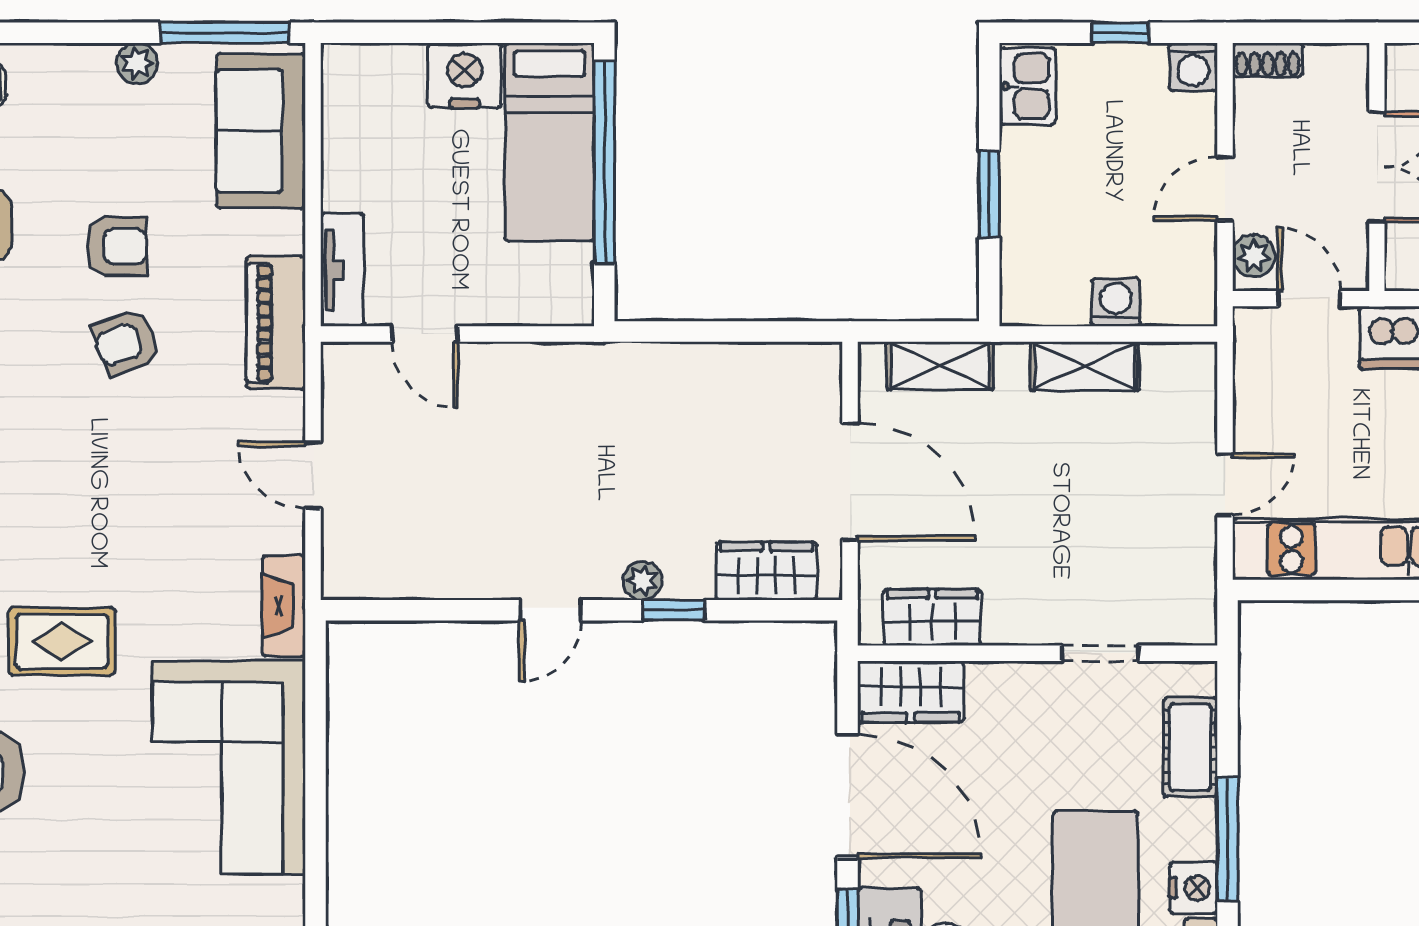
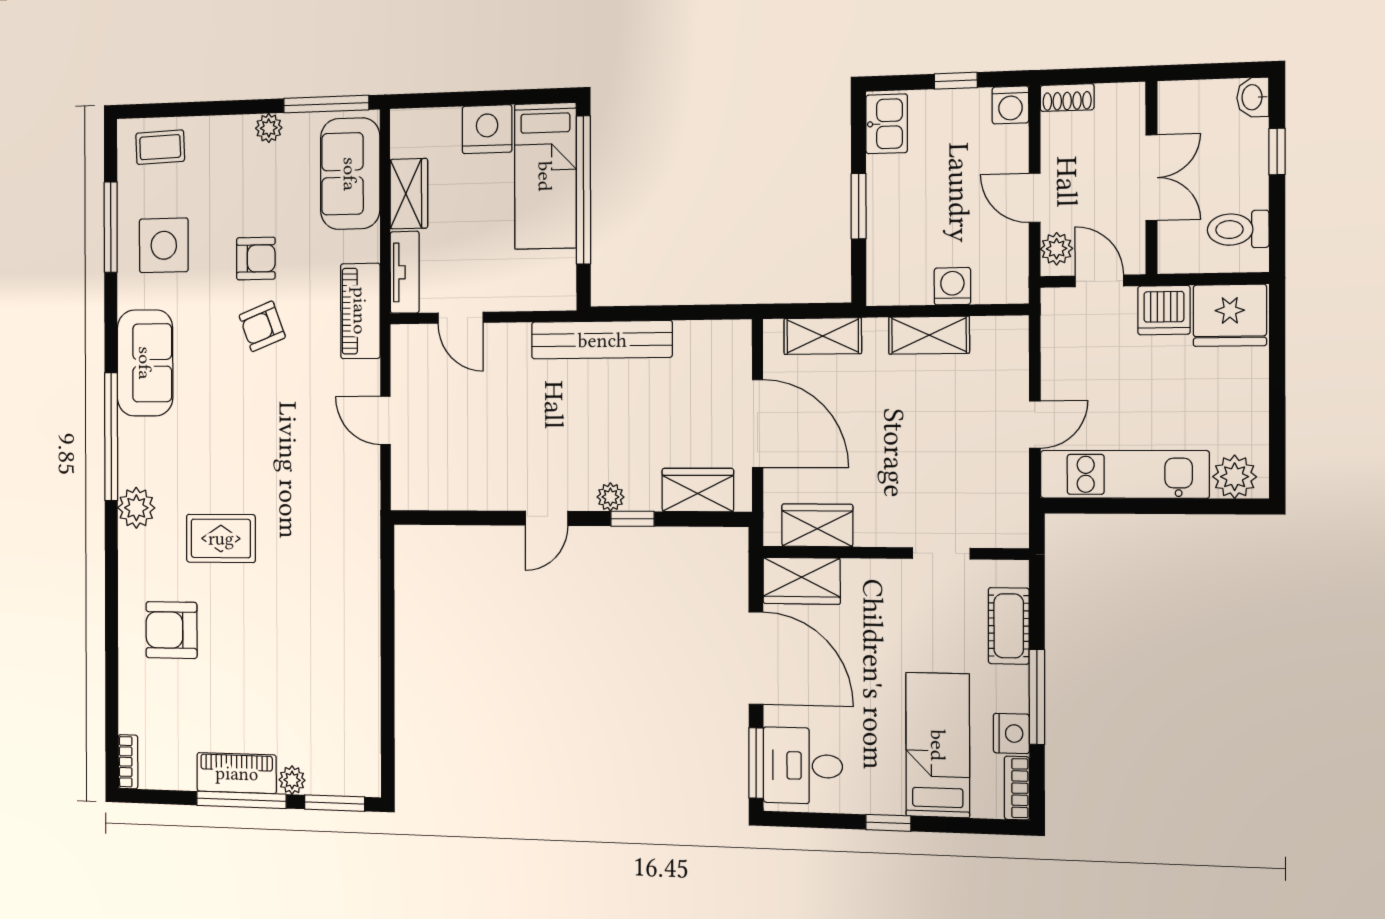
wardrobe: (349, 161) -> (409, 194), added
door: (1225, 189) -> (1035, 198), hinge flipped
bench: (630, 367) -> (602, 340), added
fireplace: (284, 606) -> (366, 514), removed
corner sofa: (229, 768) -> (330, 629), removed

